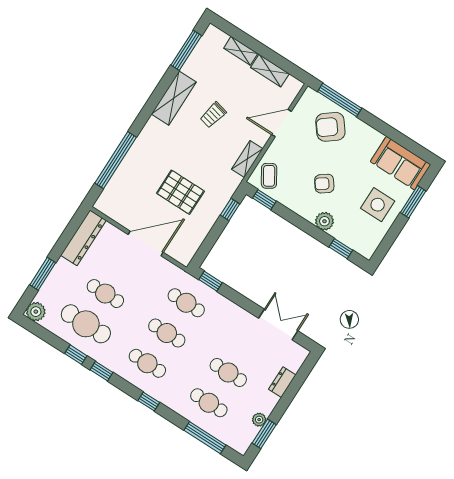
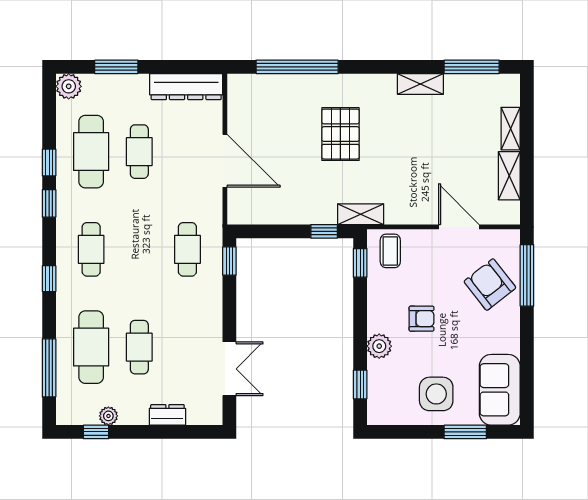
shelving: (174, 98) -> (420, 84), width x0.67, depth x0.75
trolley: (213, 115) -> (419, 144), removed
shelving: (247, 159) -> (361, 214), moved
coffee table: (269, 176) -> (390, 251), turned -58
armchair: (324, 184) -> (421, 319), turned 126
pallet: (180, 192) -> (340, 134), moved
cafe table: (167, 333) -> (139, 249), removed
cafe table: (209, 403) -> (91, 347), width x1.37, depth x1.35
window: (264, 434) -> (96, 432), width x0.67

